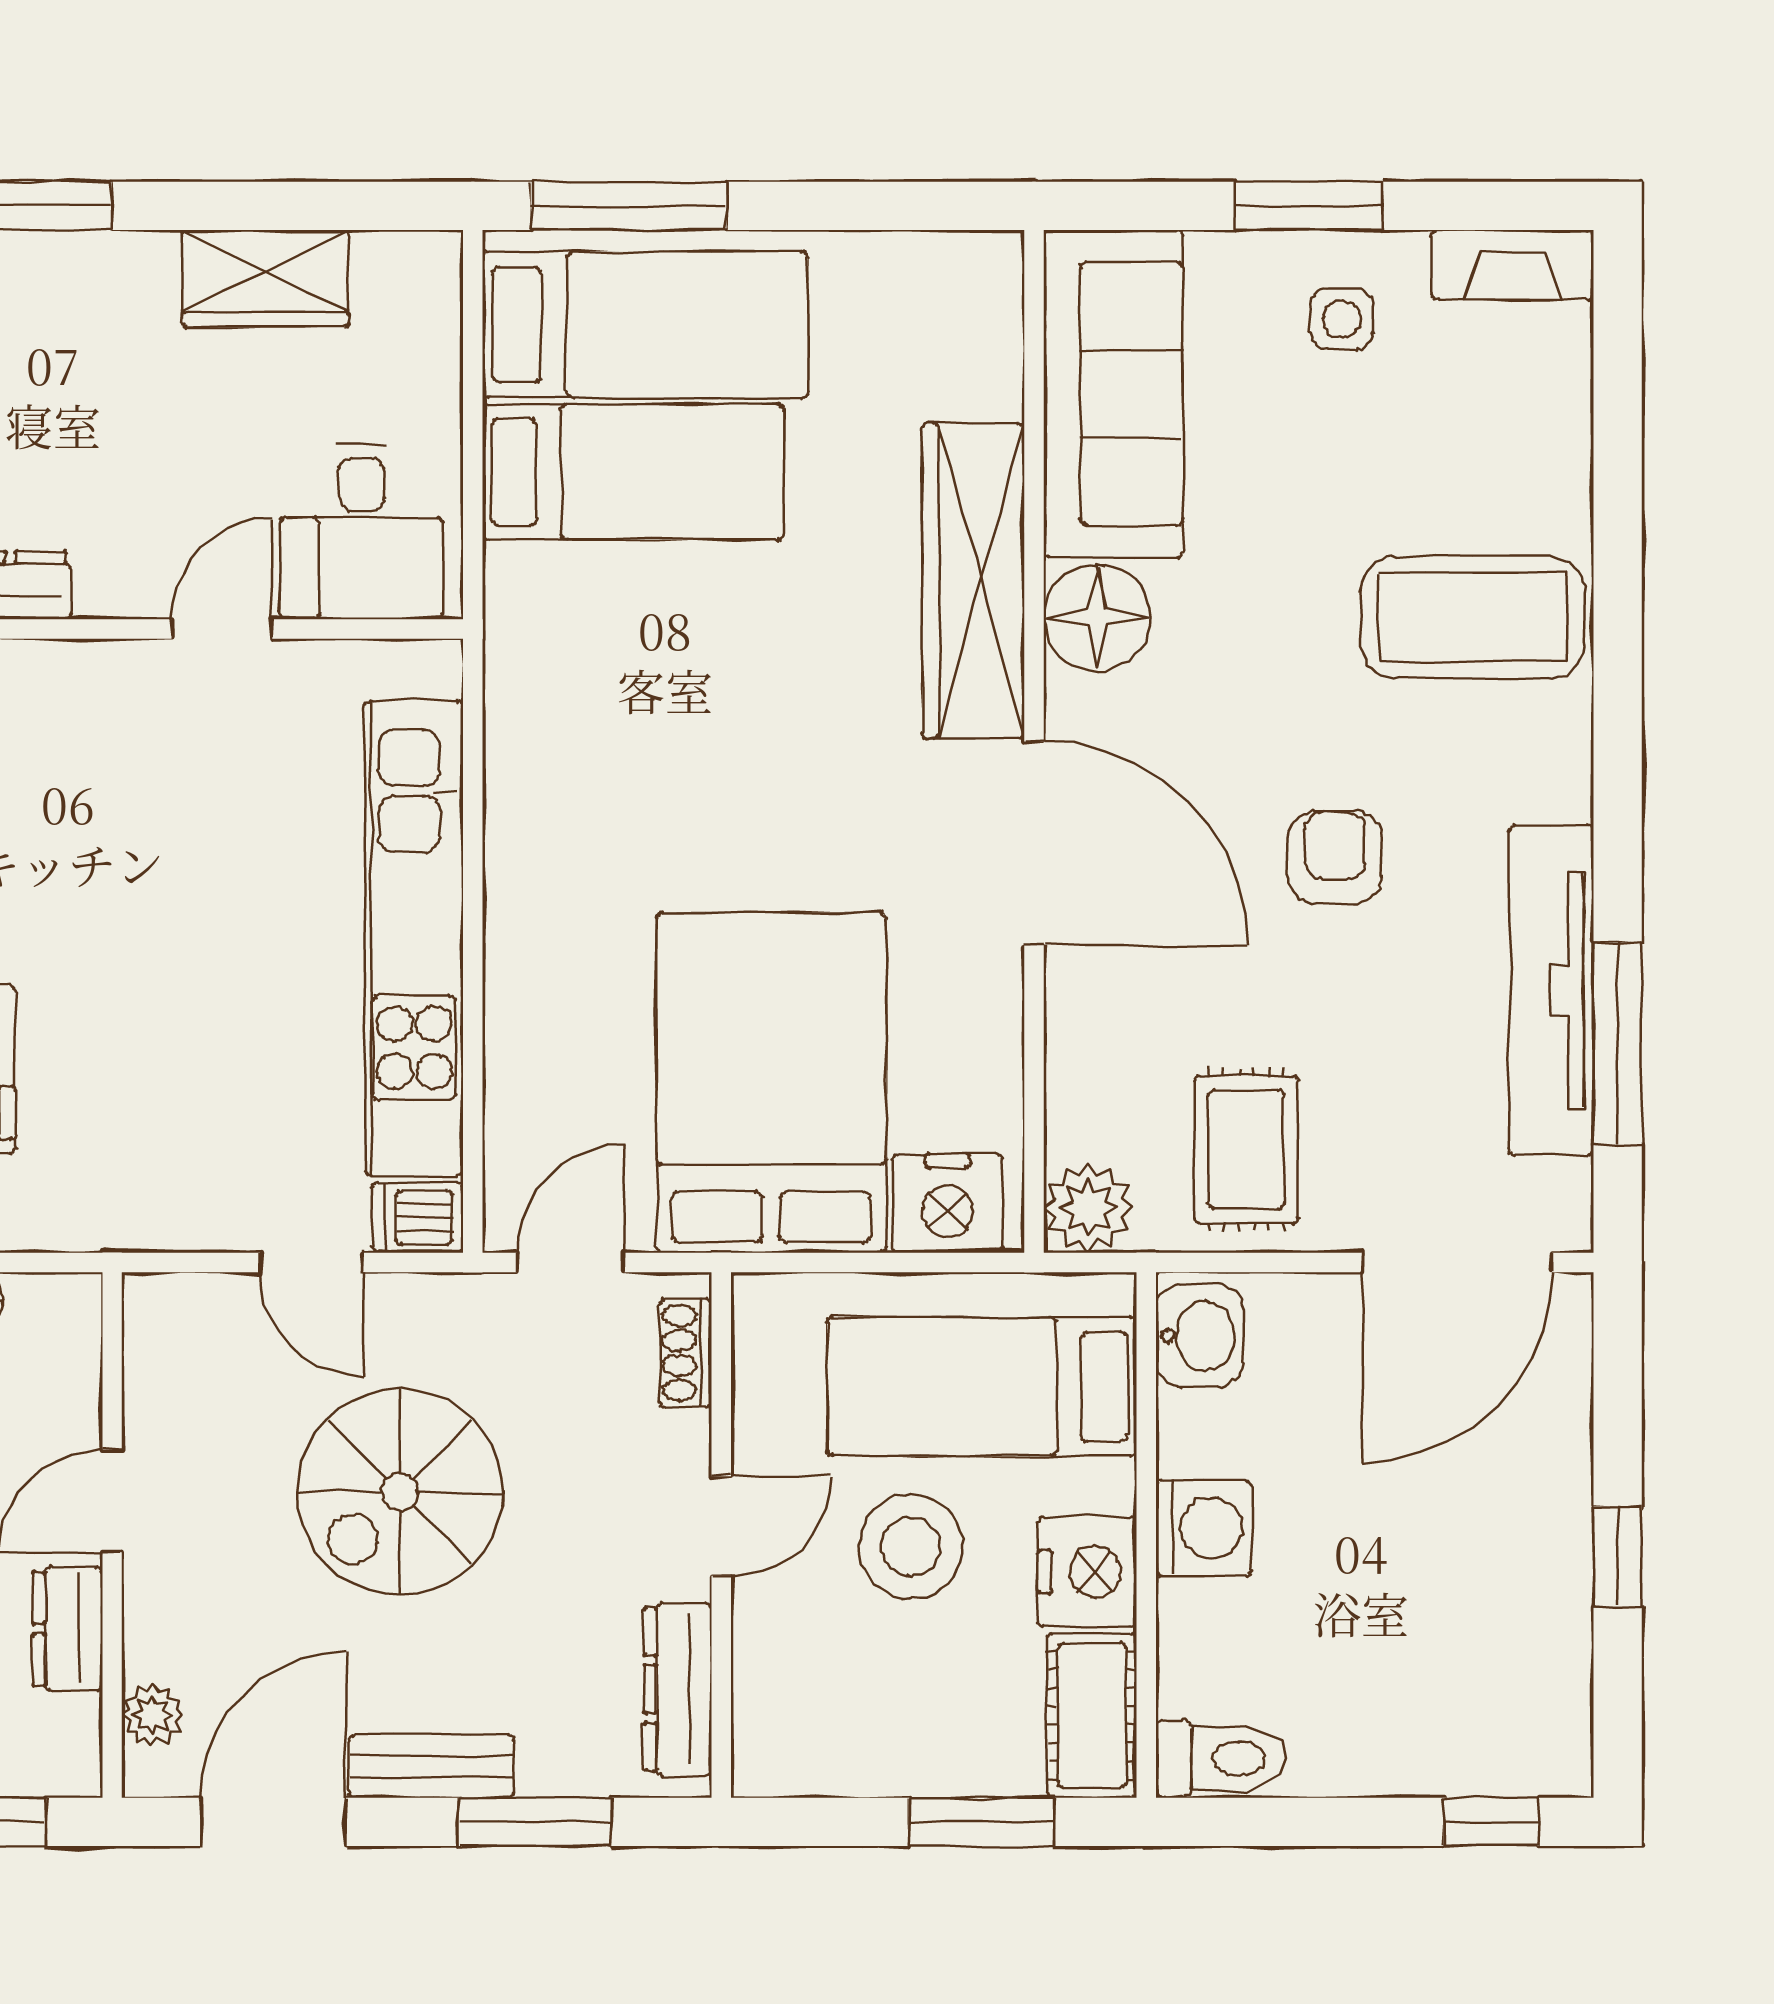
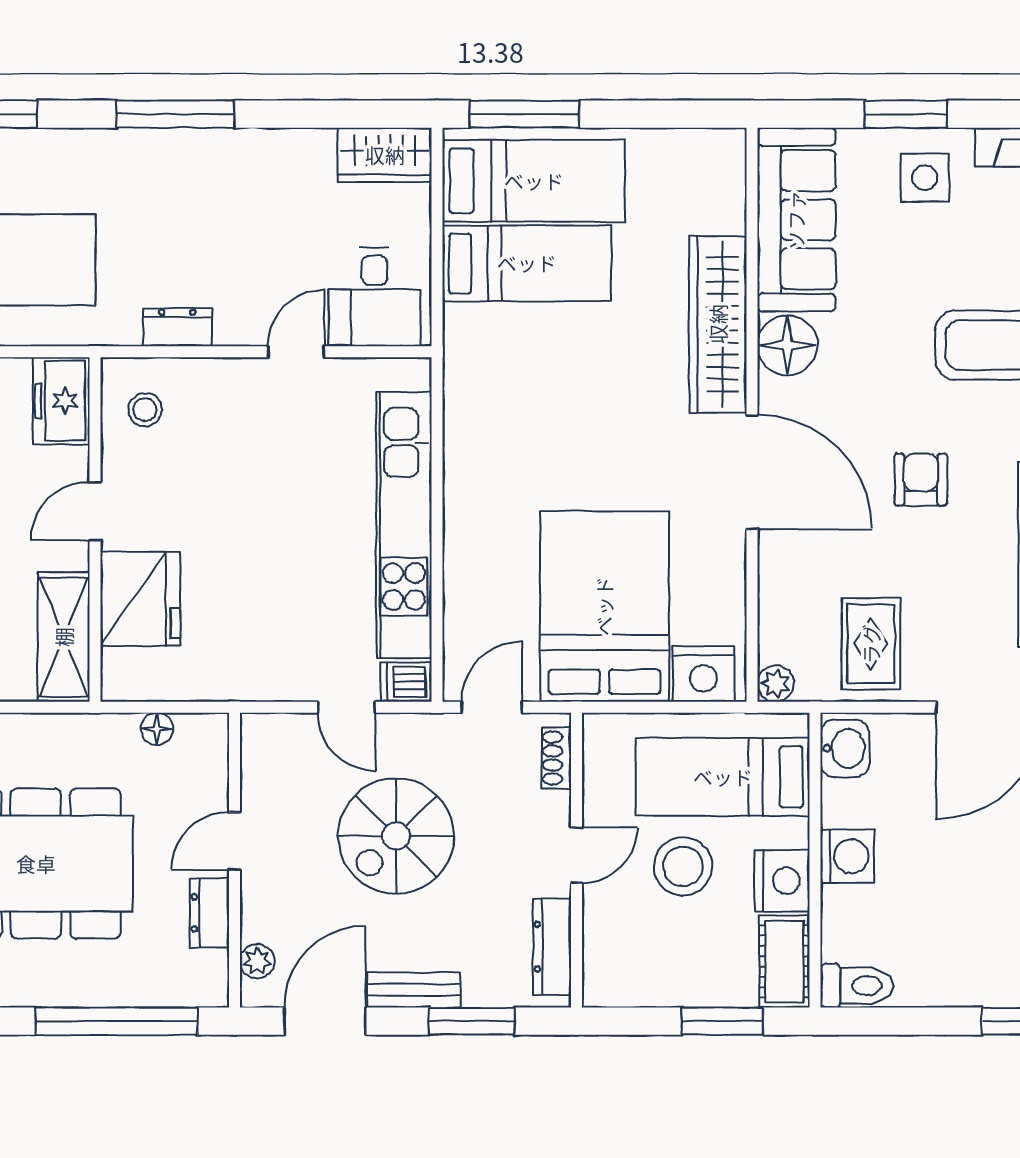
wardrobe: (266, 278) -> (385, 155), moved
side table: (1342, 319) -> (925, 178), width x1.37, depth x1.37
plant: (1088, 1208) -> (776, 684), width x0.73, depth x0.73

